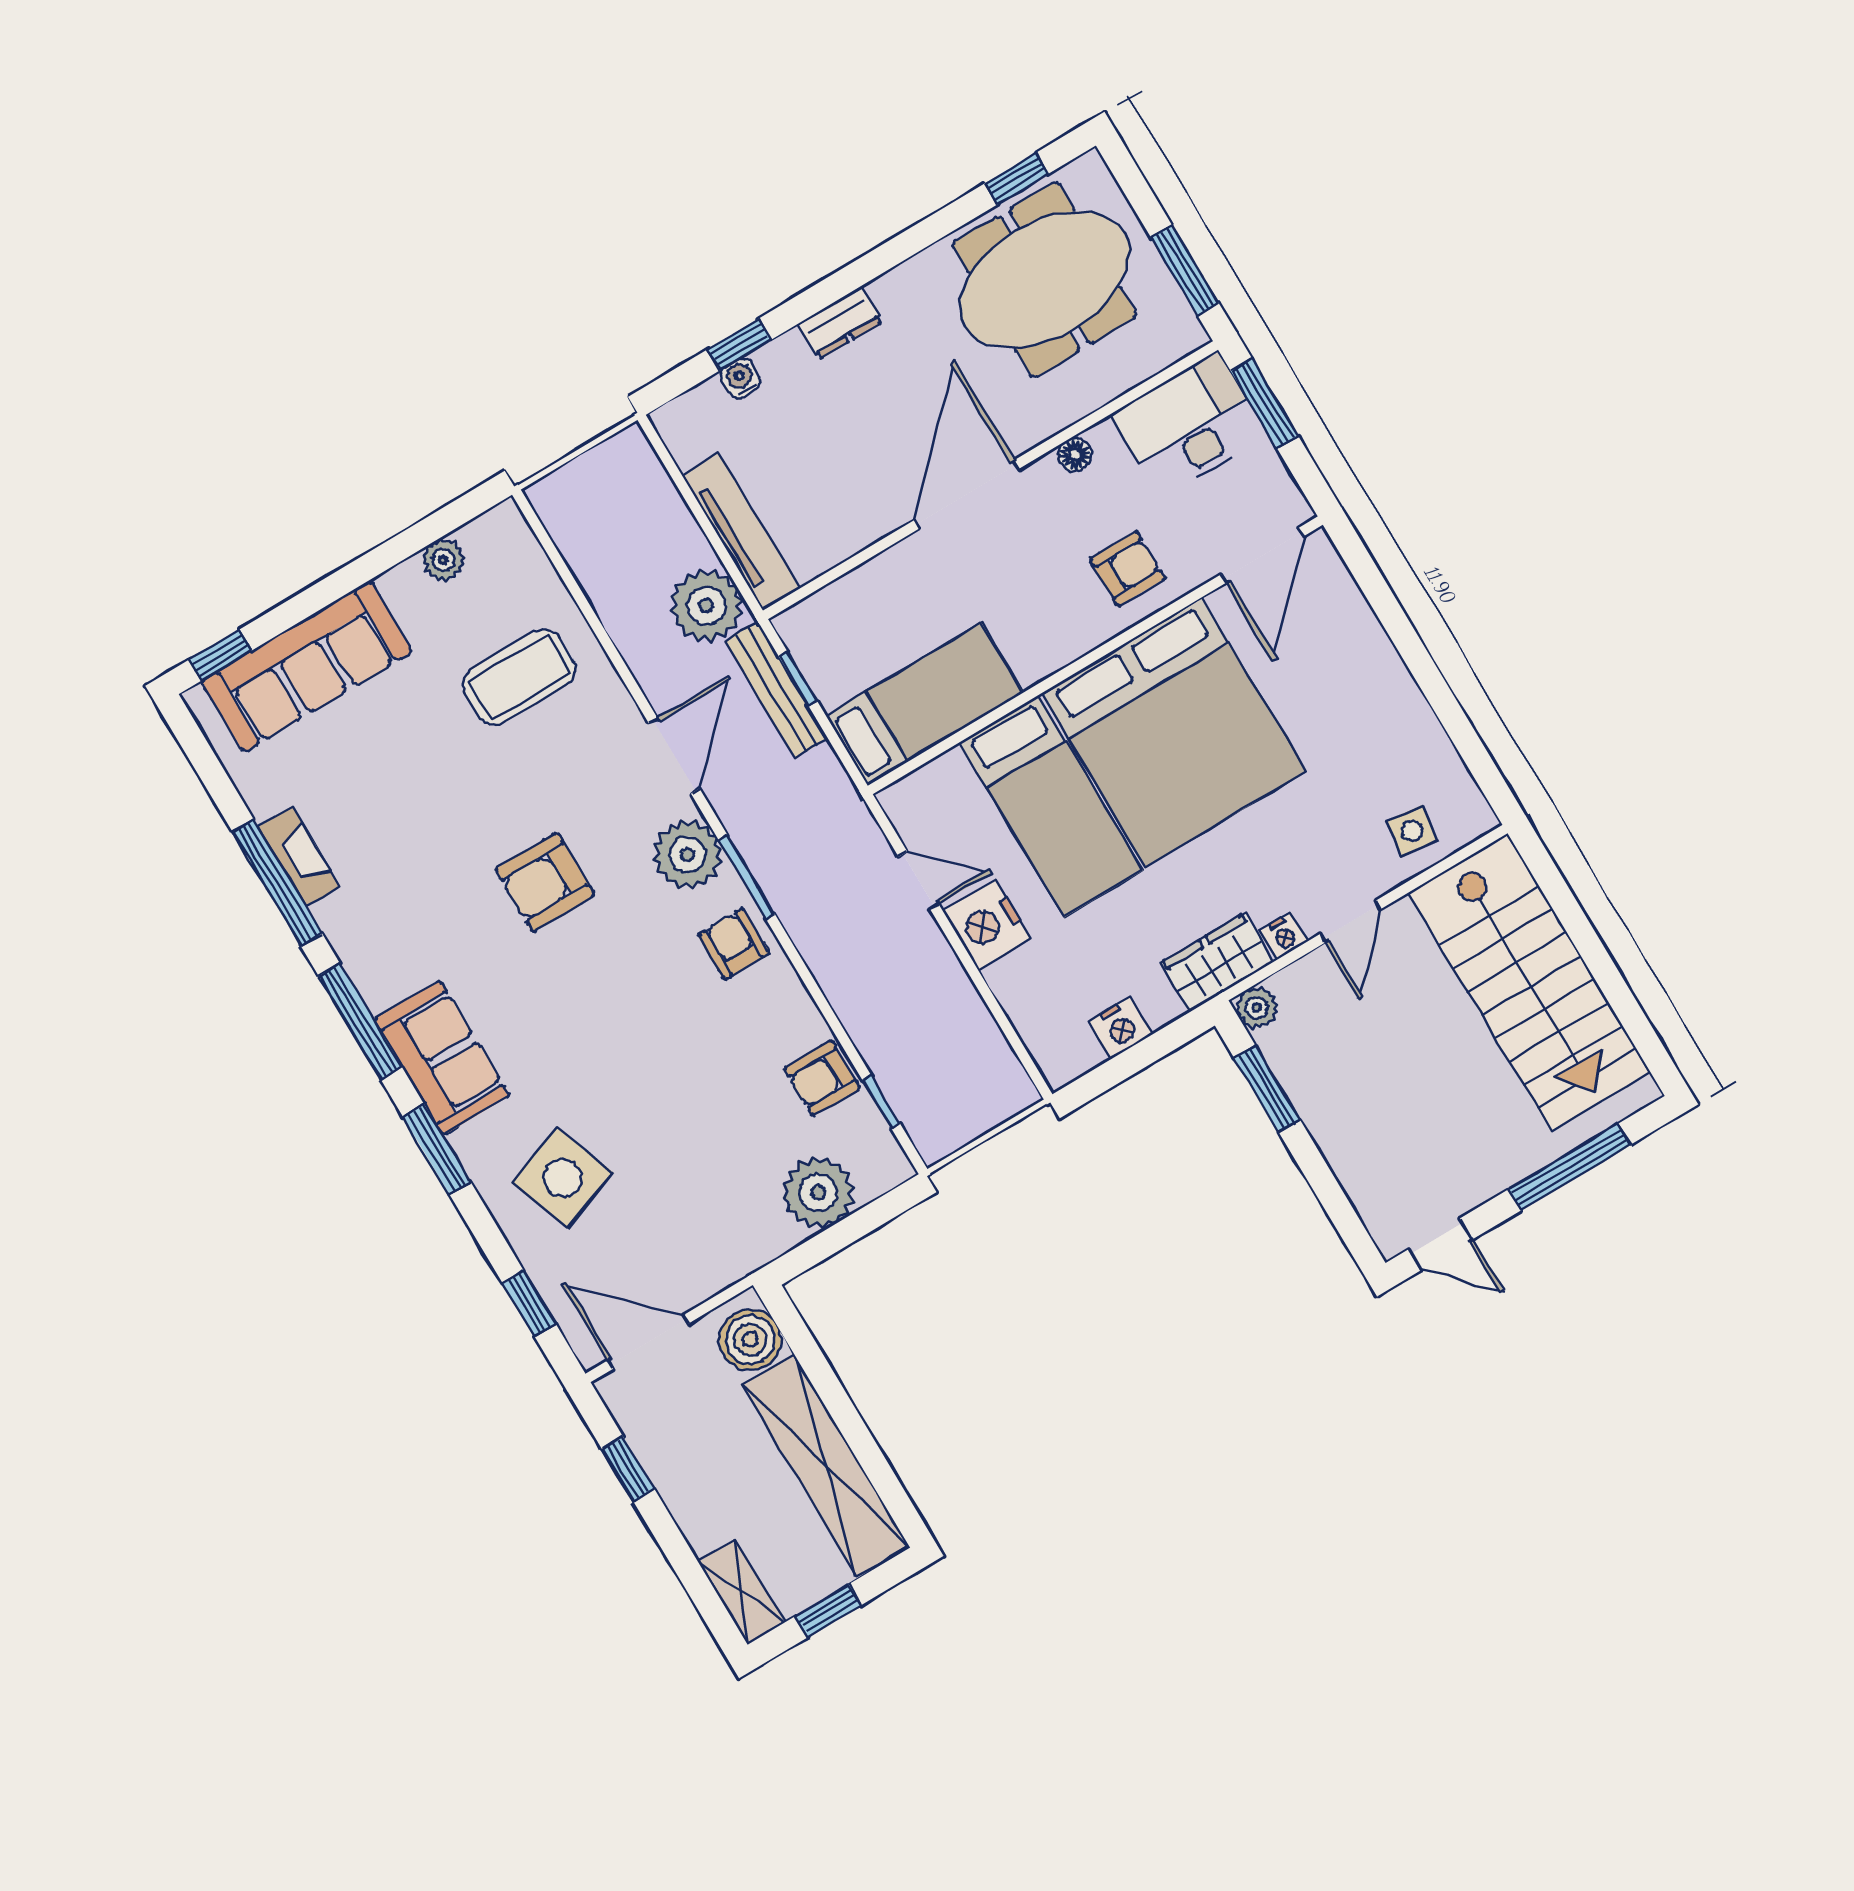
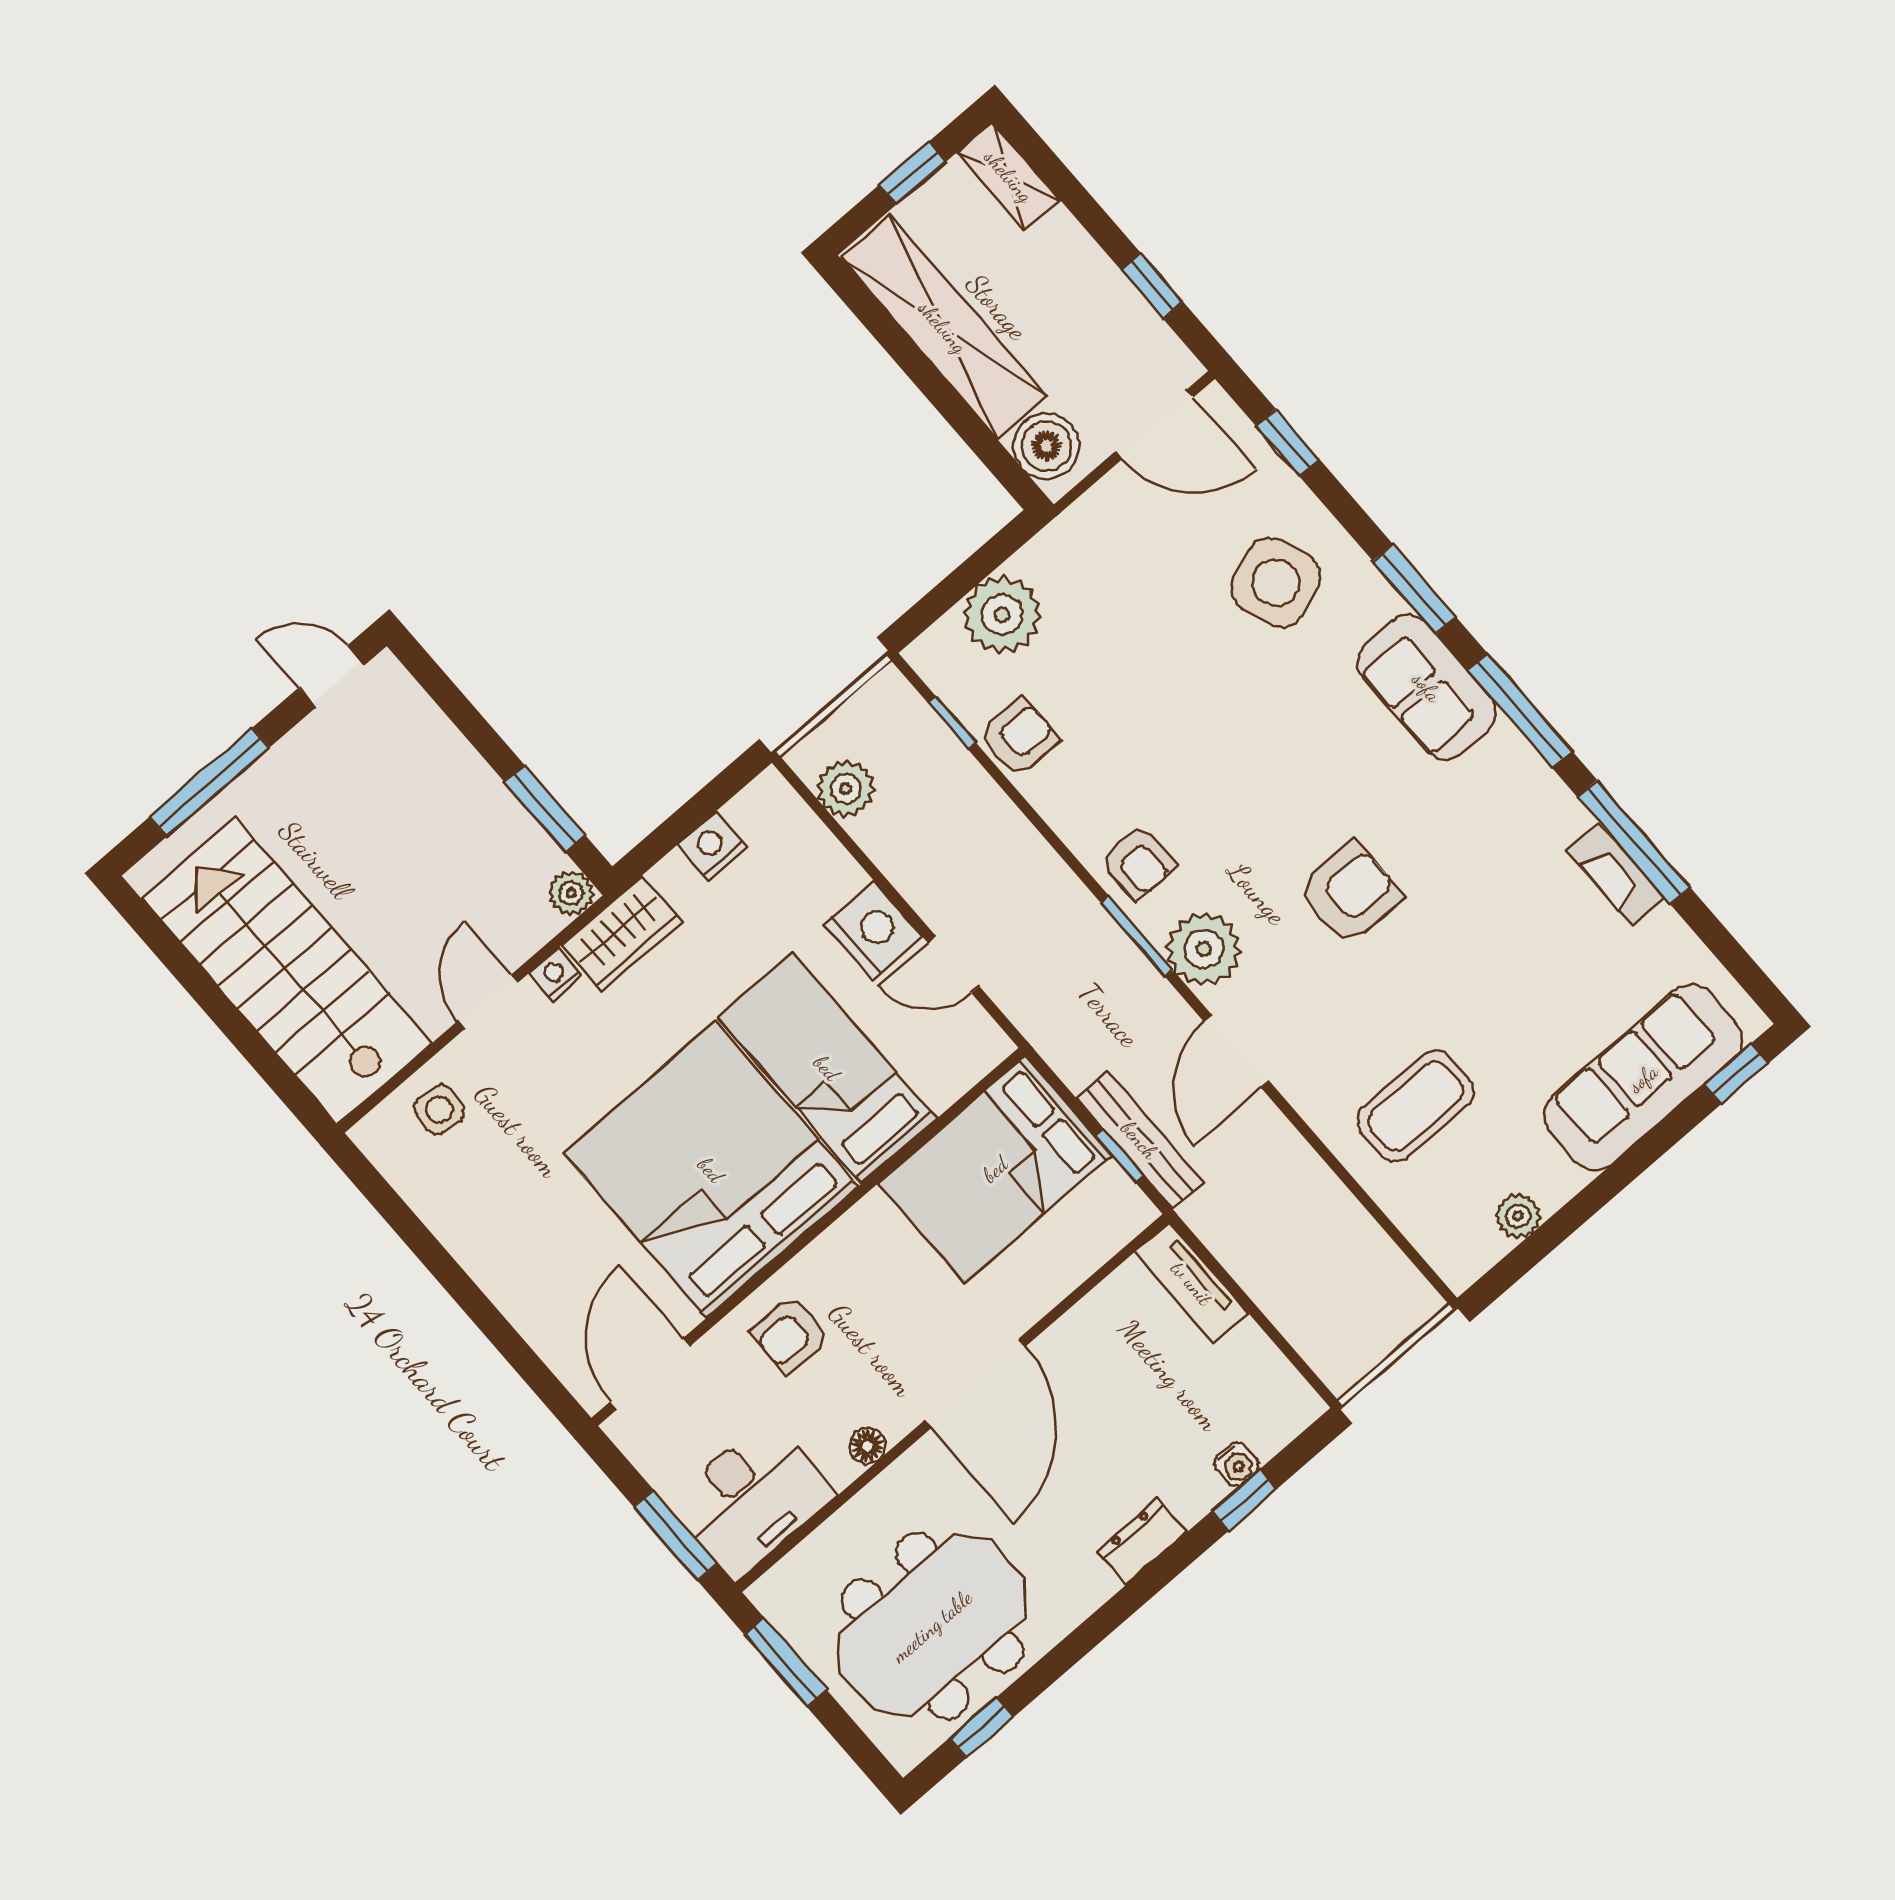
tv unit: (741, 532) -> (1192, 1283), width x0.71
plant: (706, 606) -> (846, 788), moved, width x0.73, depth x0.73
bed: (924, 704) -> (995, 1169), width x1.50

